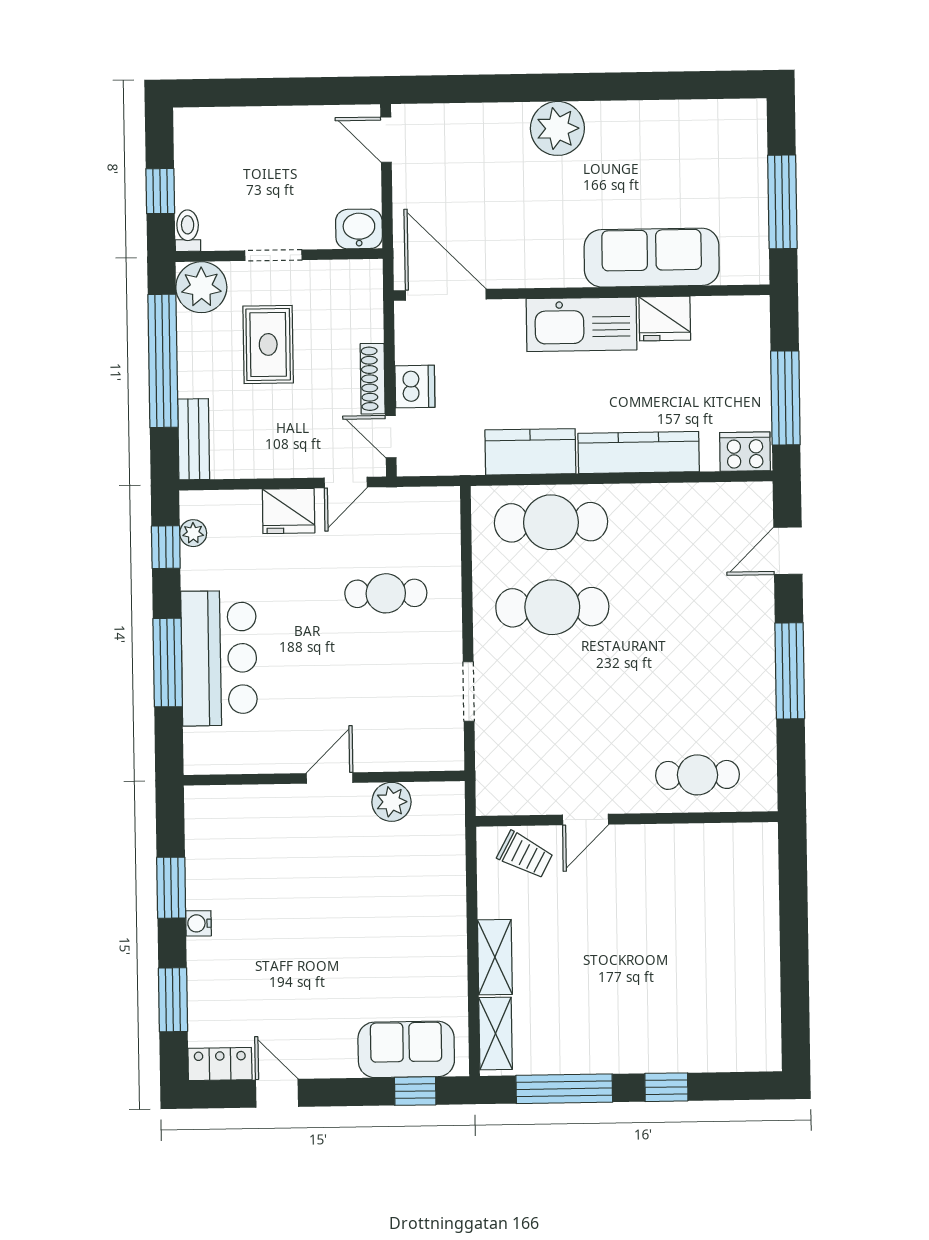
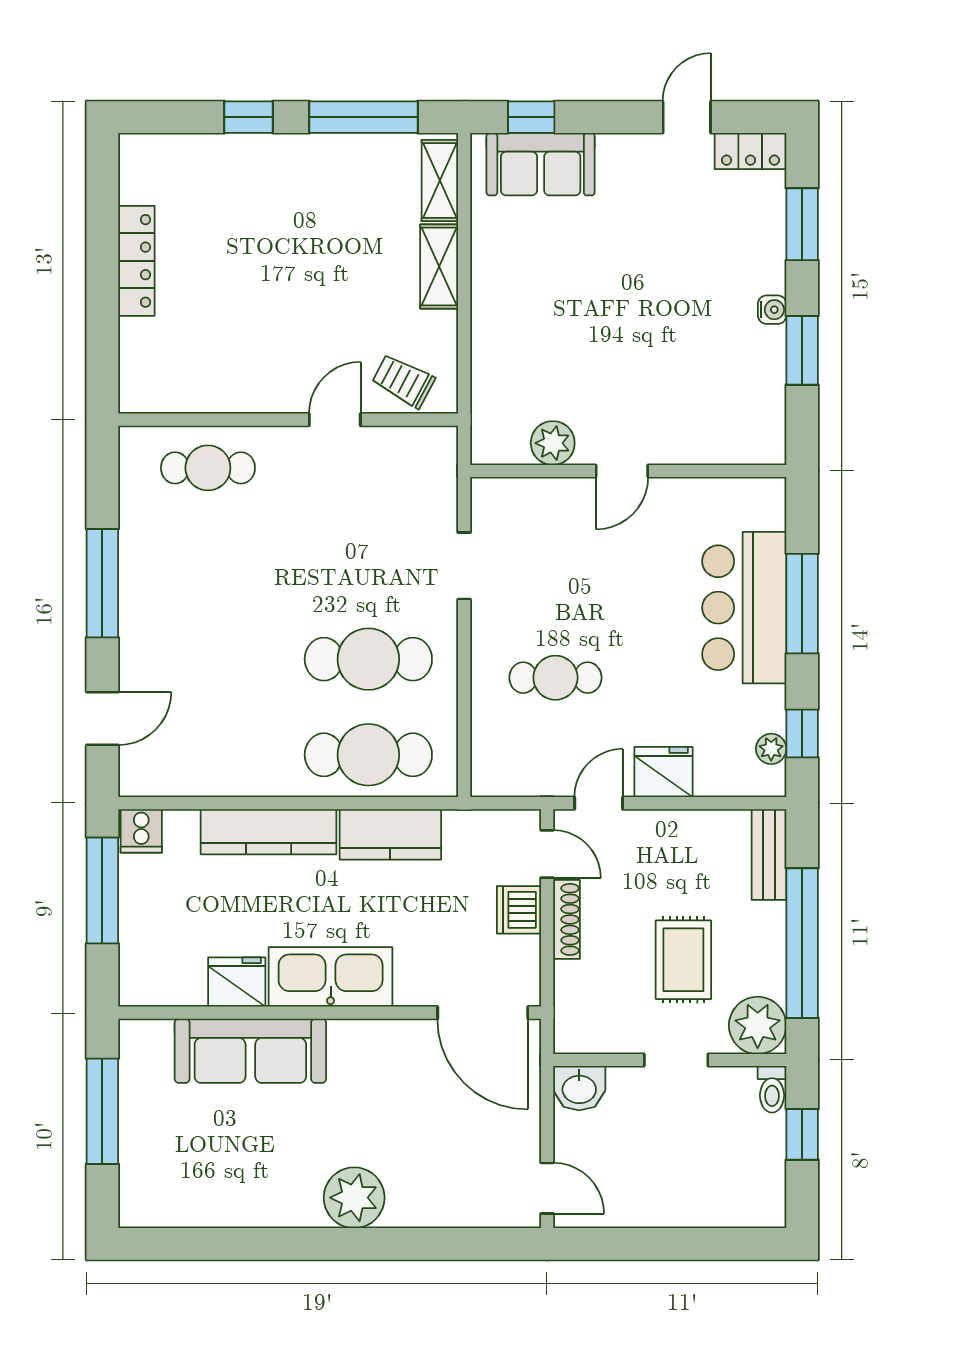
cooker: (745, 452) -> (141, 831), width x0.73
locker: (764, 958) -> (136, 261), added
door: (277, 1093) -> (687, 117), swing flipped

